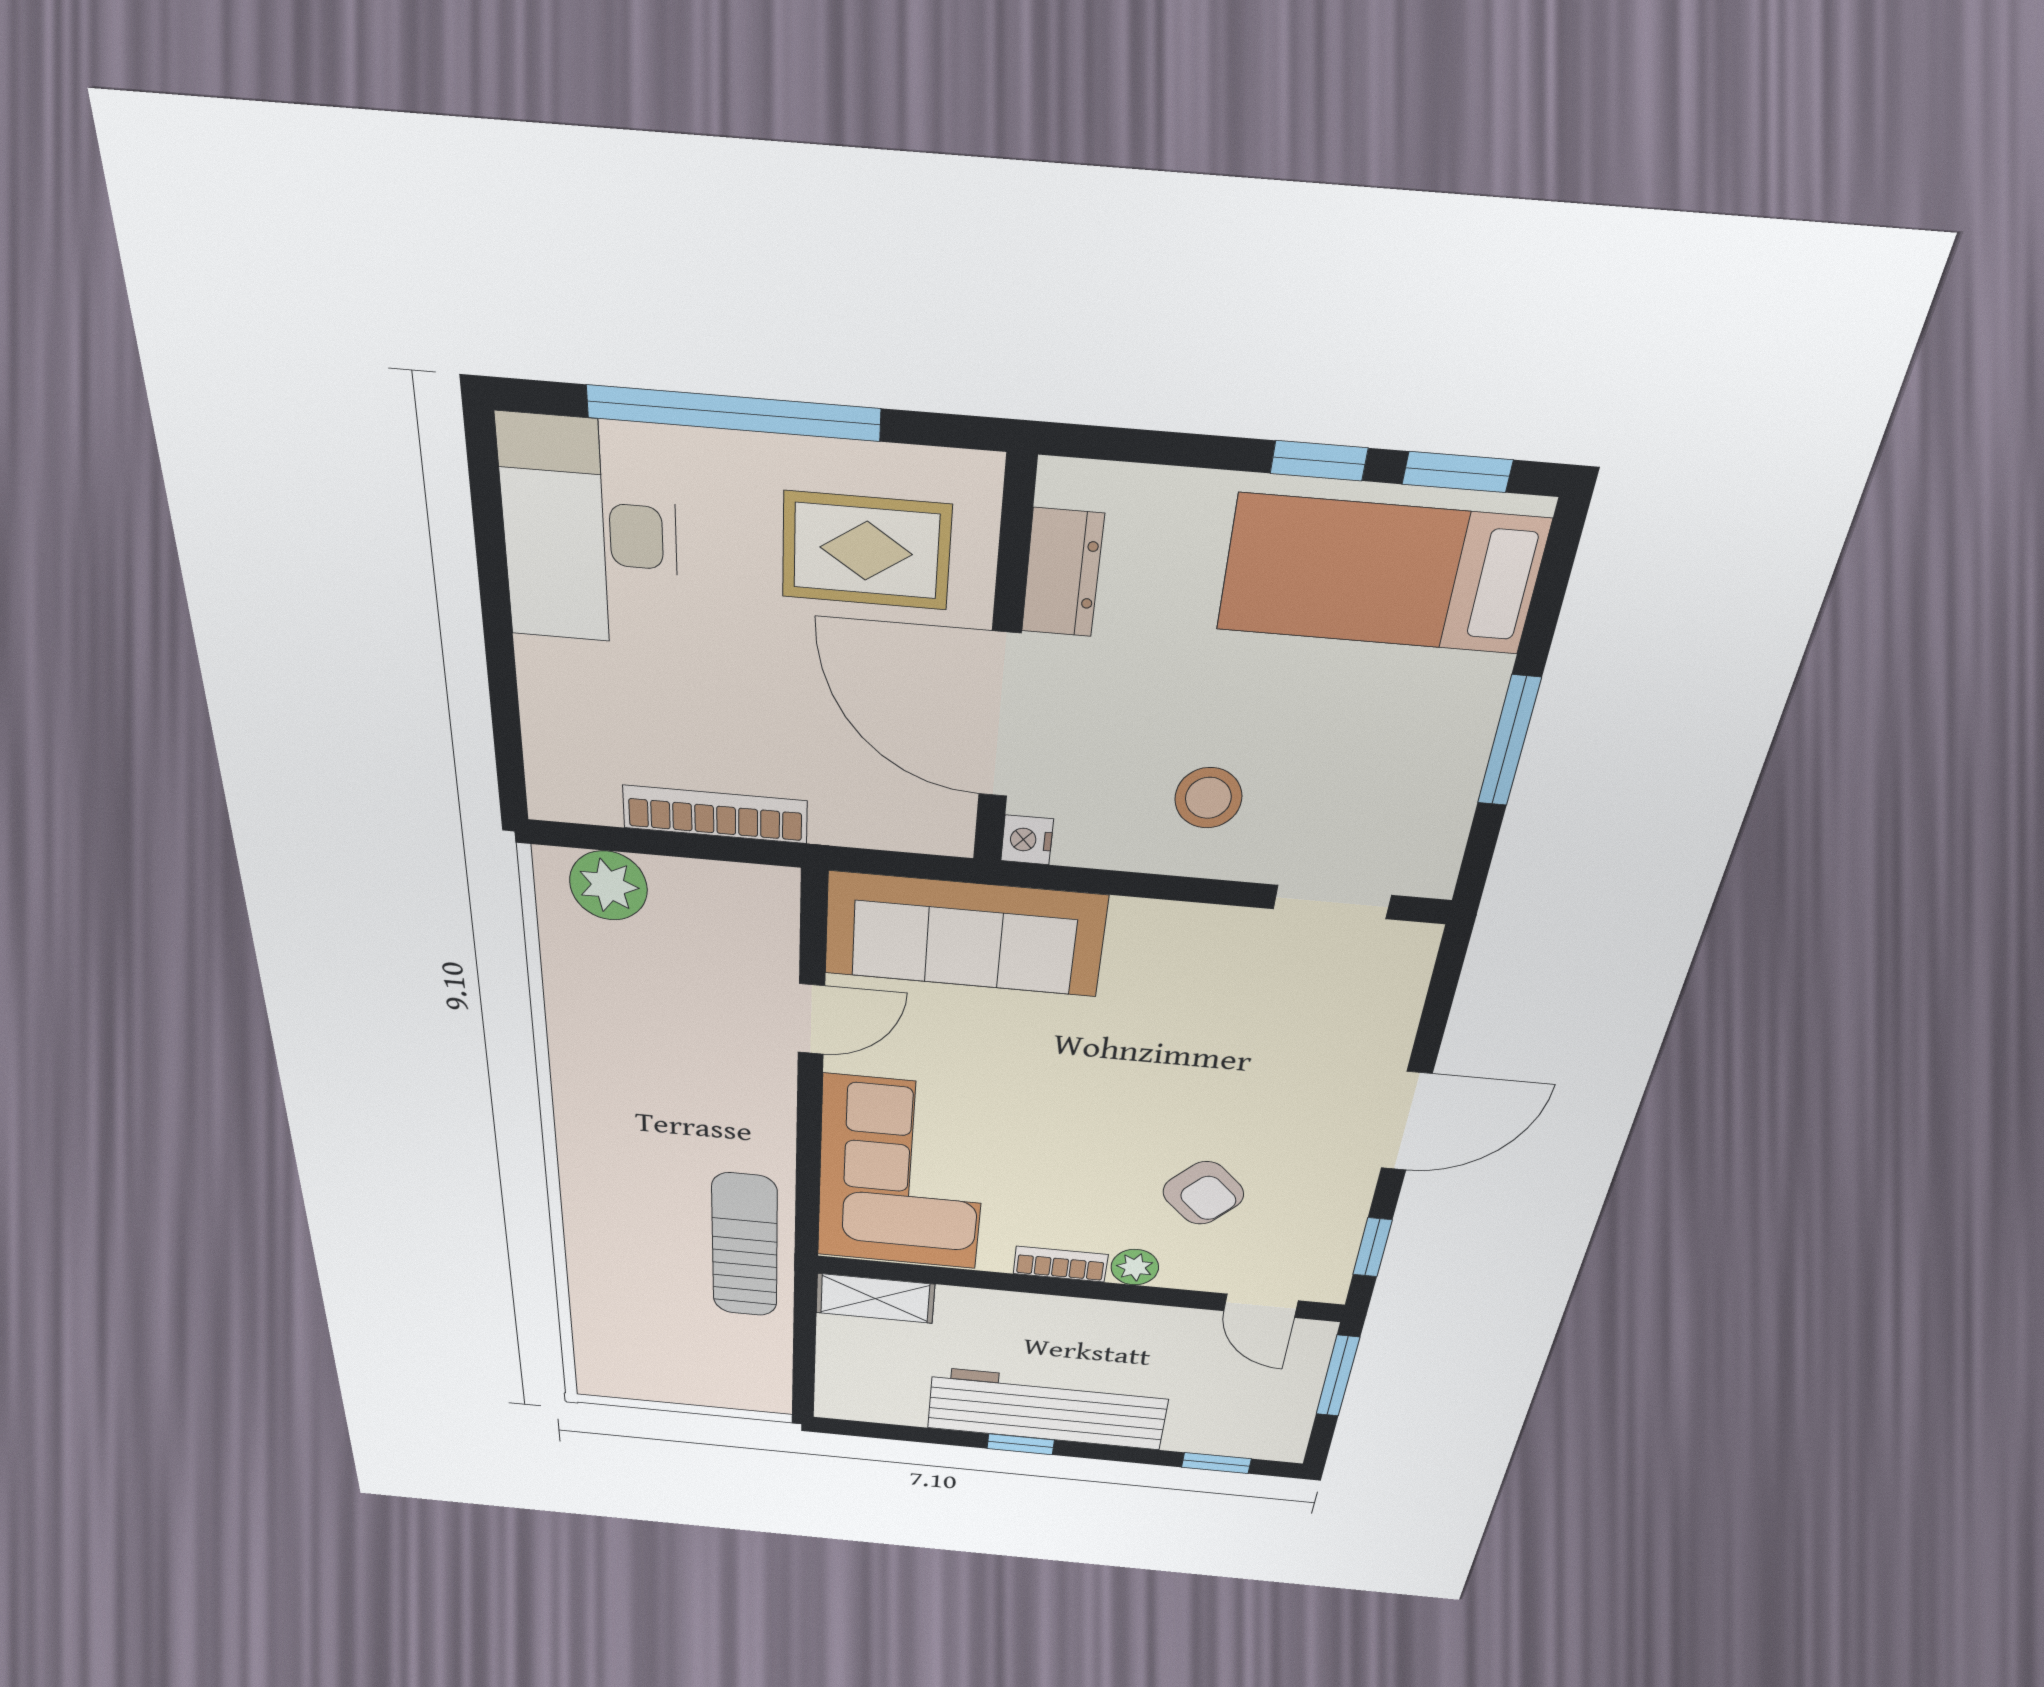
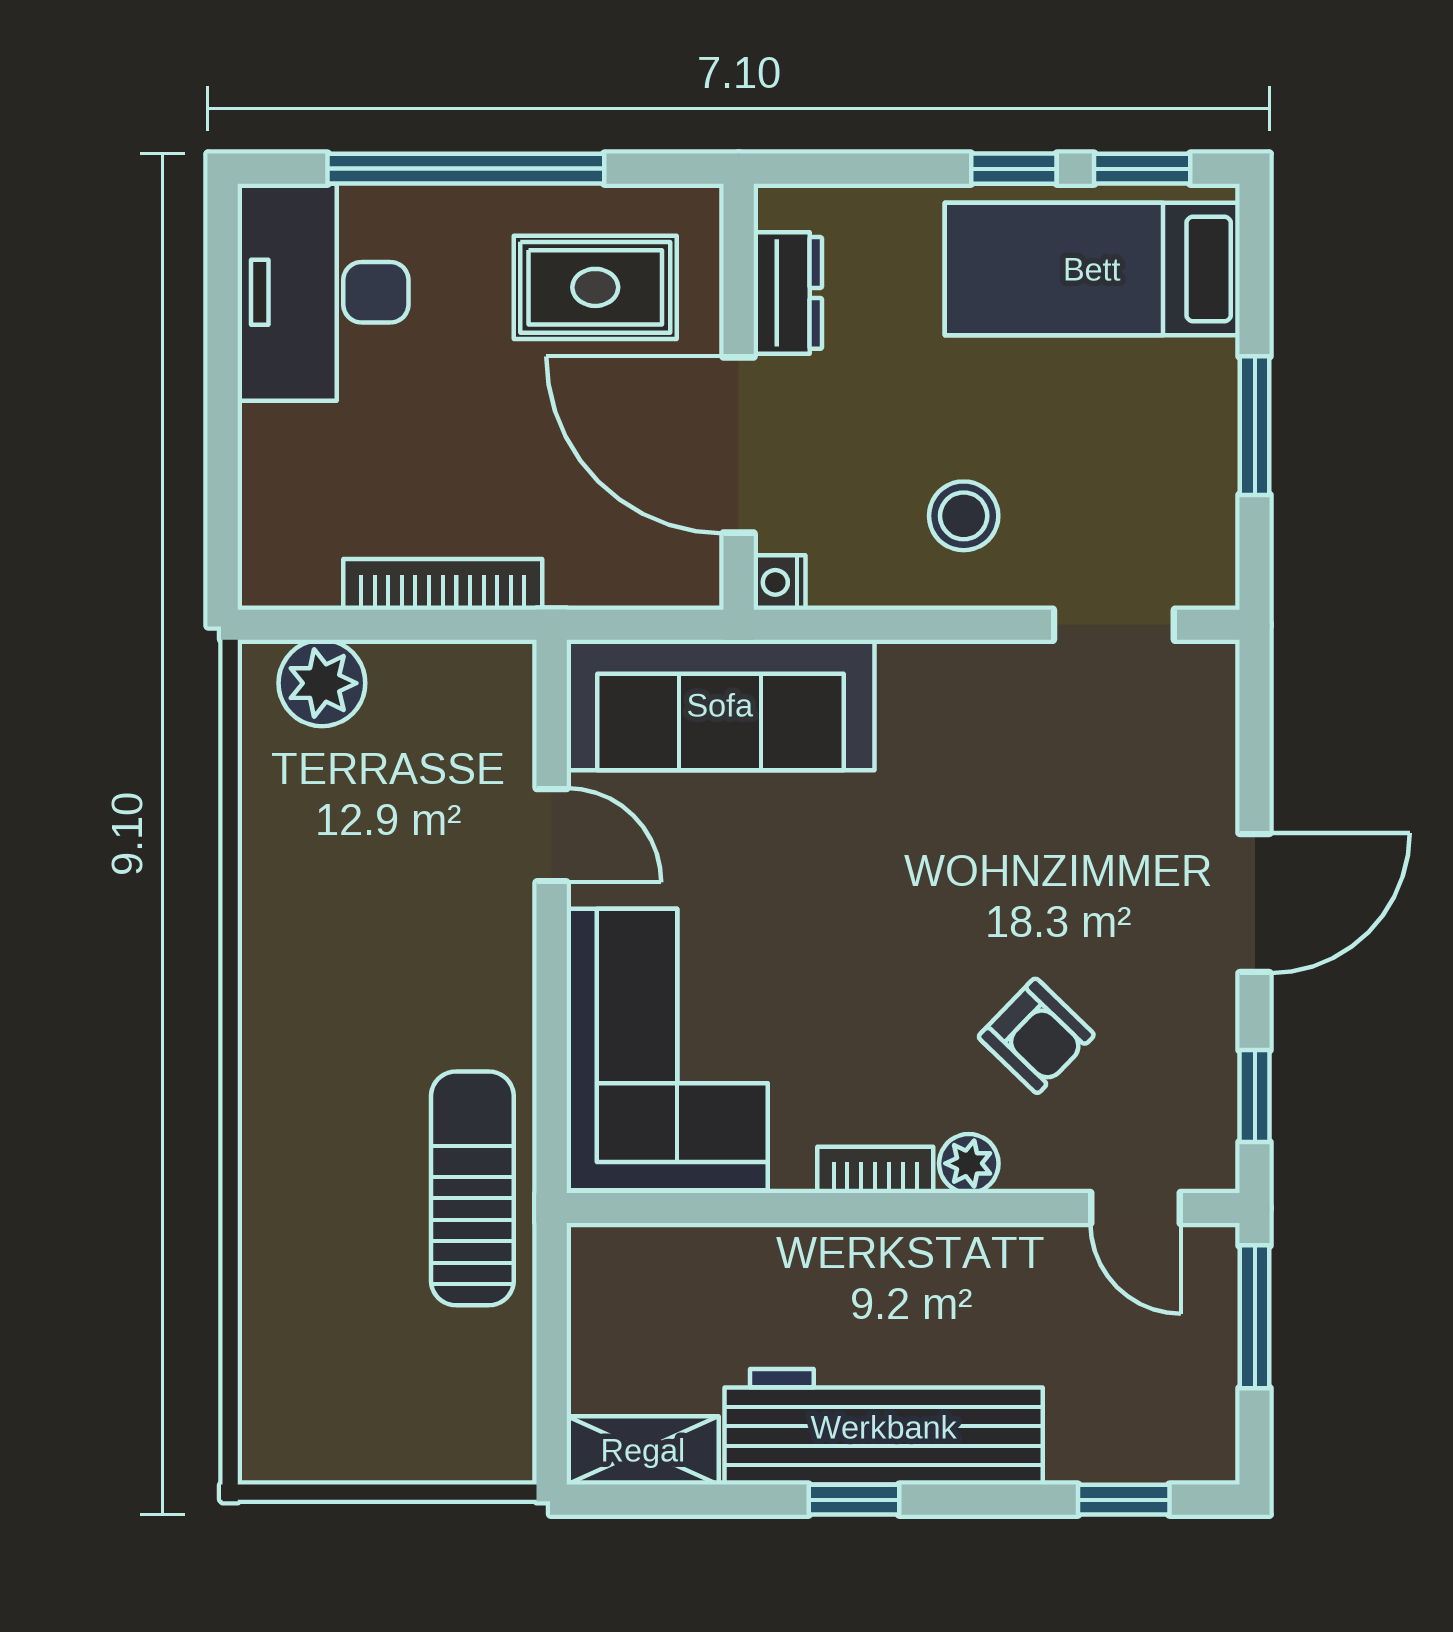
door: (811, 1019) -> (552, 835), hinge flipped
shelving: (875, 1298) -> (643, 1450), moved

